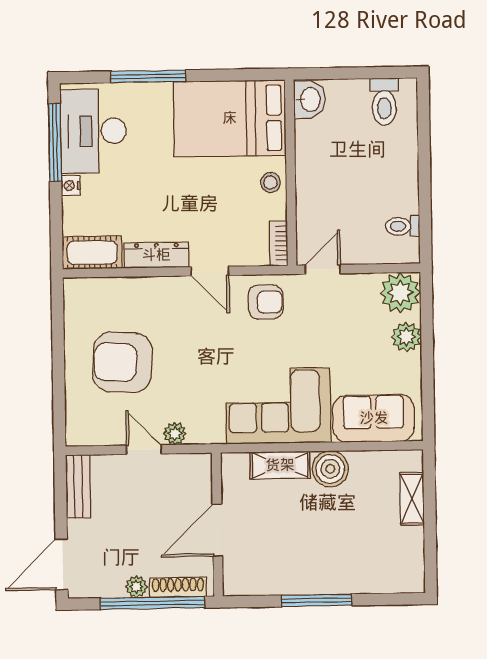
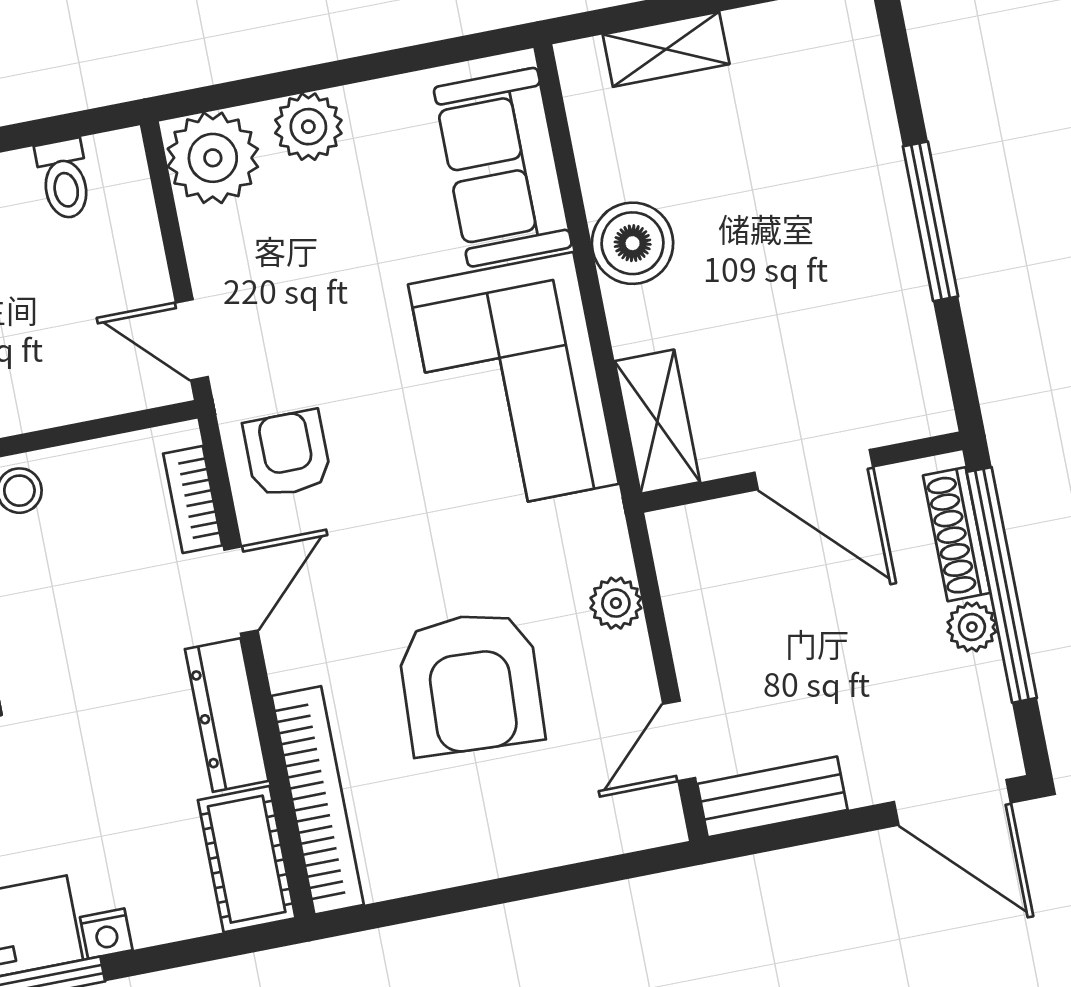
bookcase: (279, 243) -> (193, 499), moved, turned 90
bookcase: (112, 288) -> (318, 800), added
armchair: (122, 362) -> (471, 683), moved
door: (144, 450) -> (679, 741), moved
shelving: (280, 465) -> (657, 422), moved

